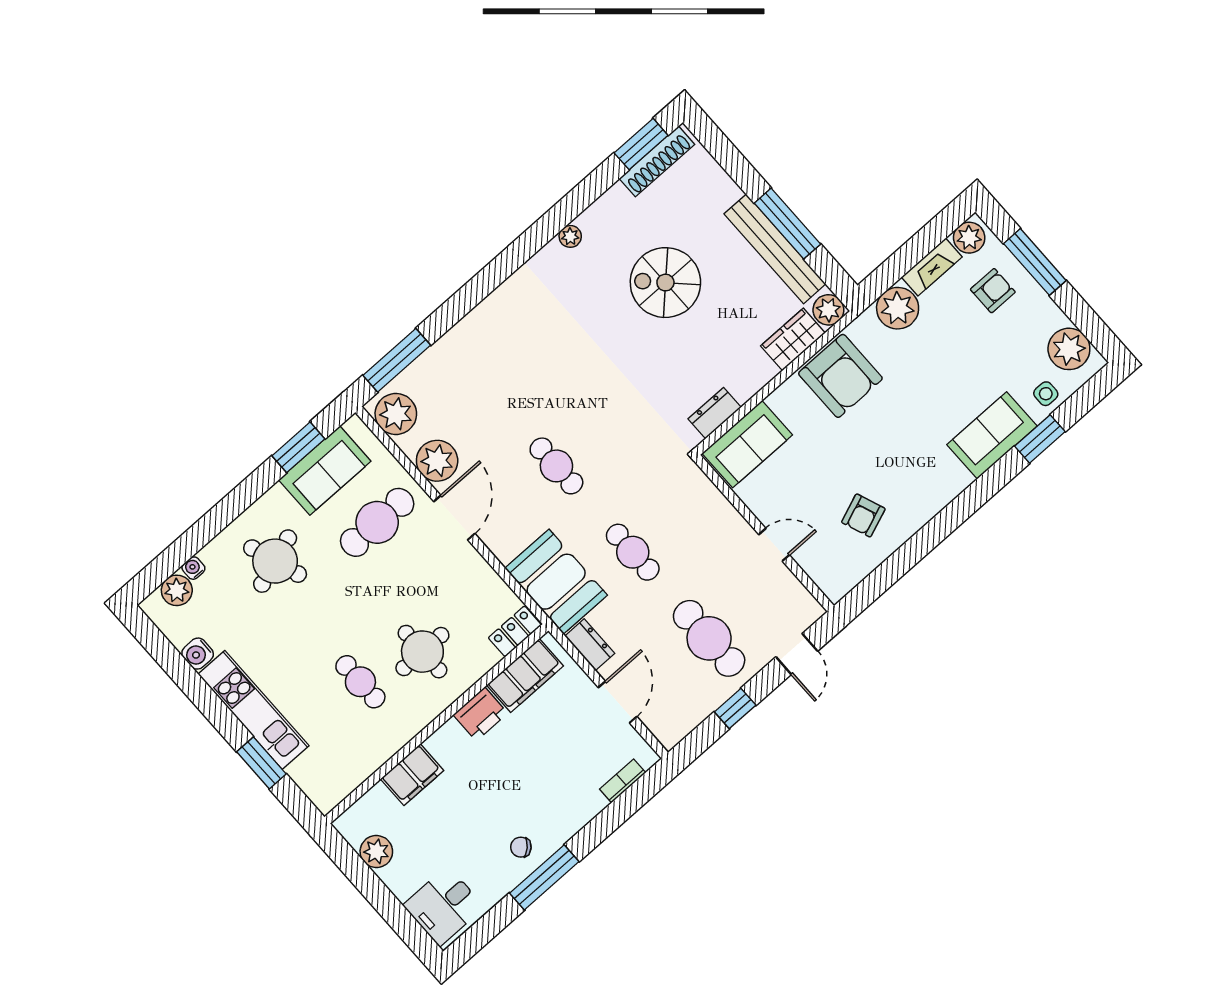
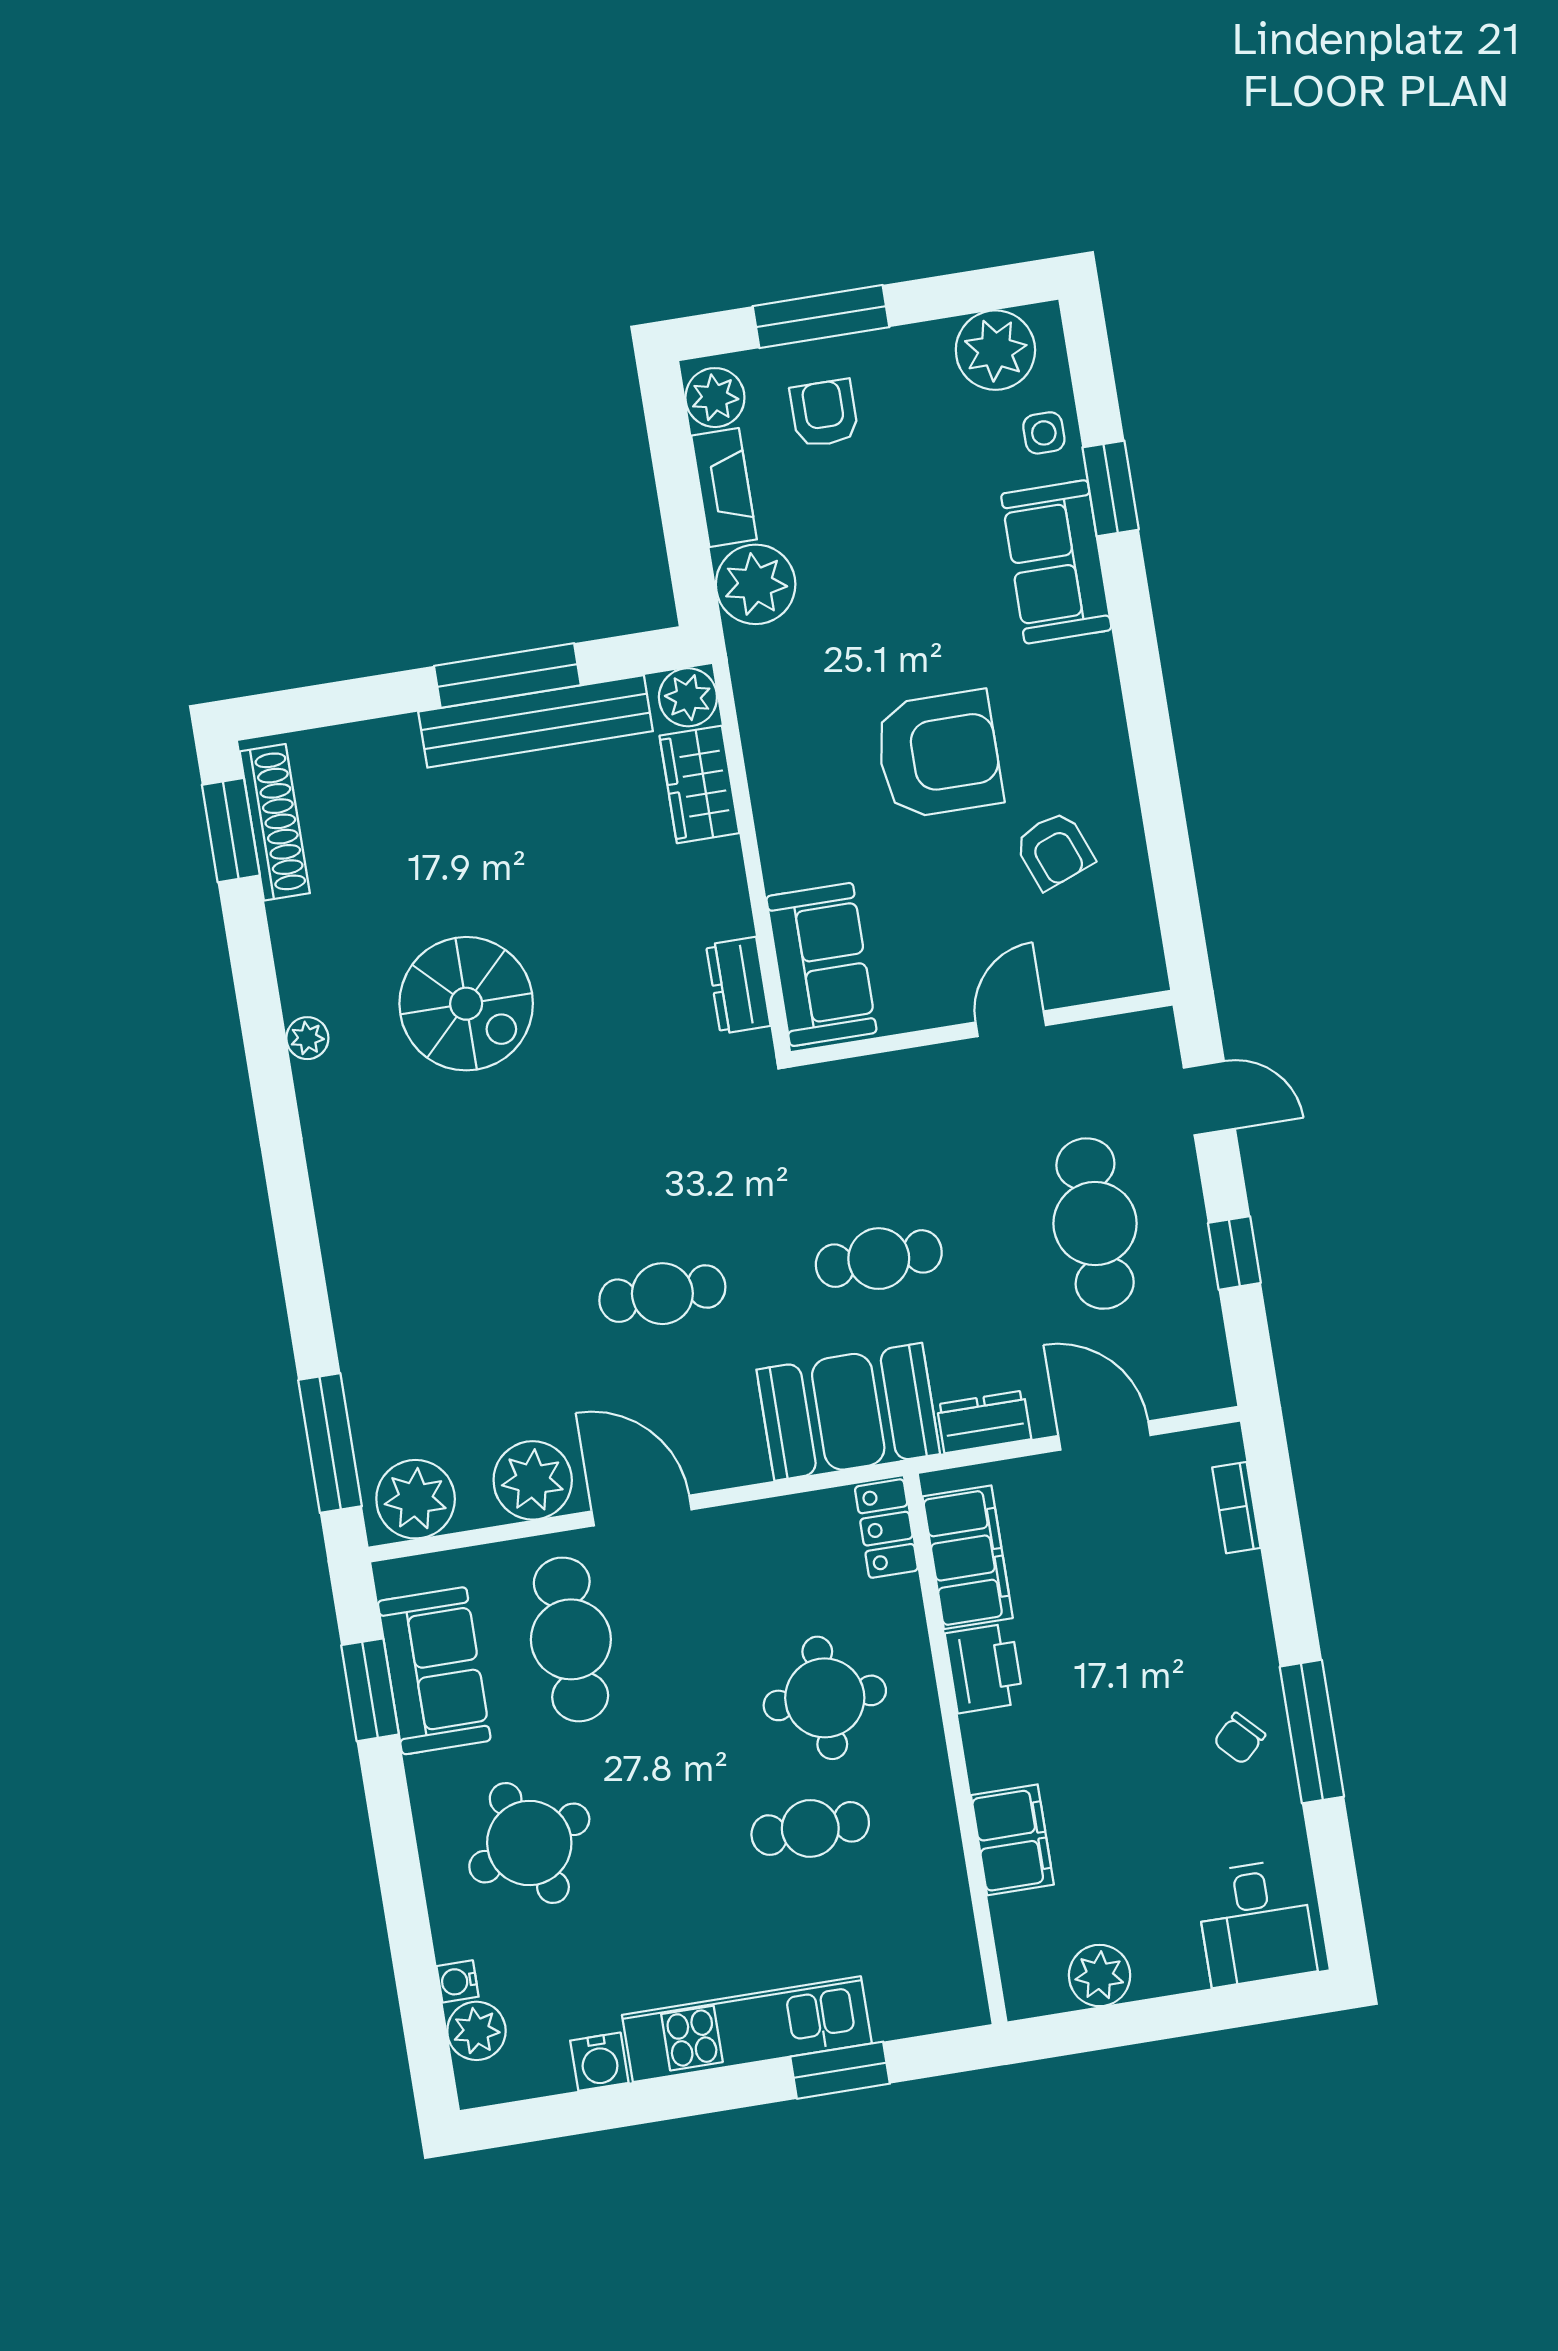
spiral stairs: (665, 283) -> (466, 1004), moved, turned -90
armchair: (840, 376) -> (939, 755), moved
cafe table: (709, 638) -> (1095, 1224), turned 90

